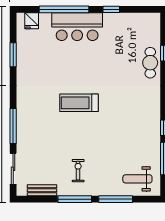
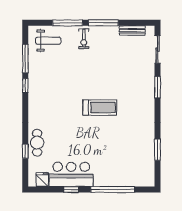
fridge: (32, 21) -> (42, 180), moved
bar counter: (77, 27) -> (71, 174), moved
window: (13, 126) -> (158, 87), width x0.69
exercise bike: (78, 171) -> (84, 39), moved

